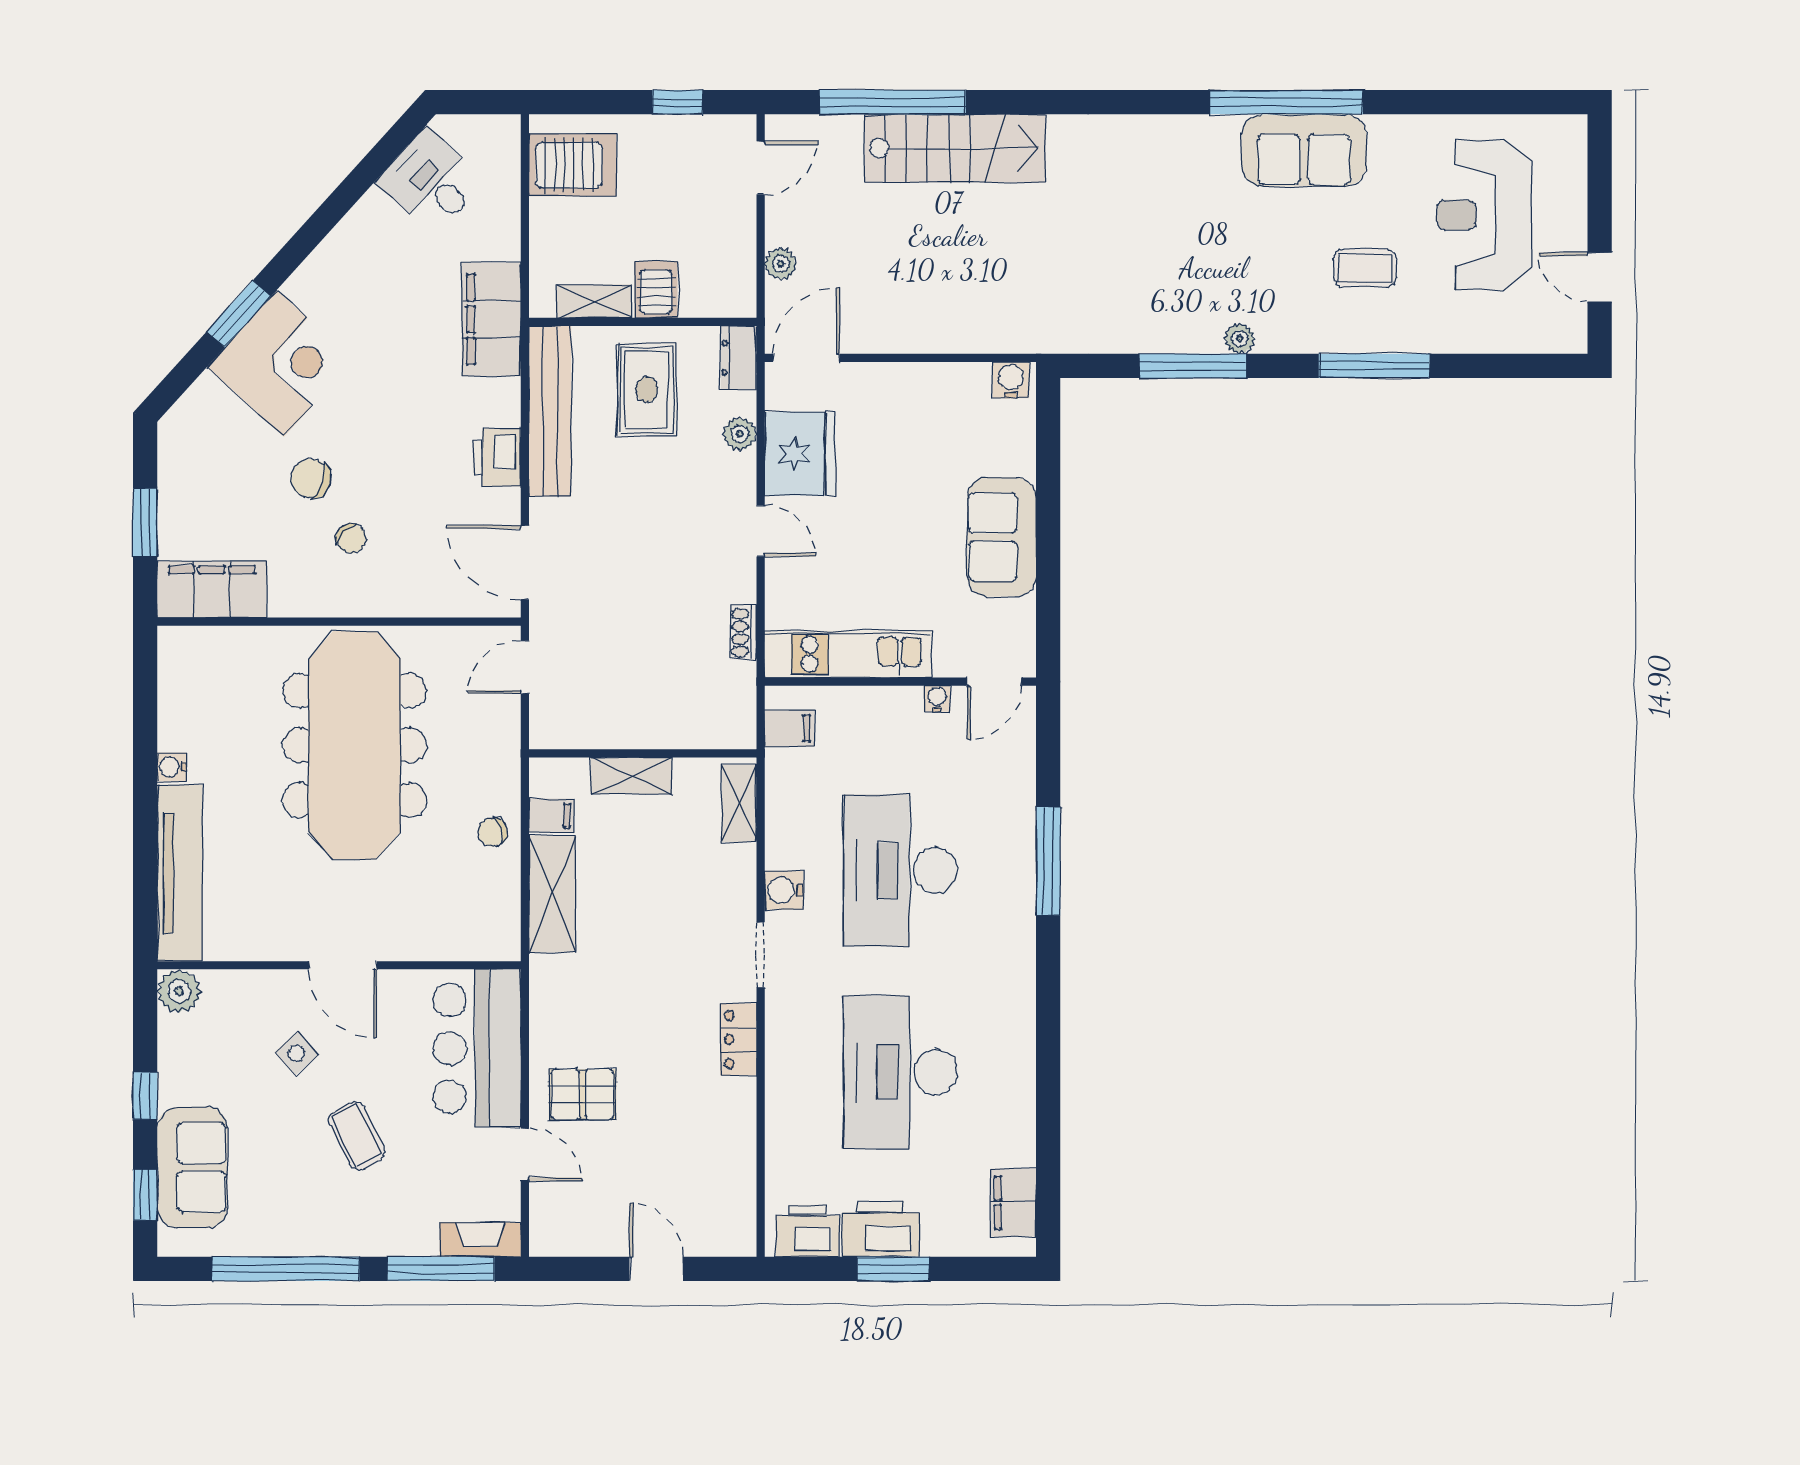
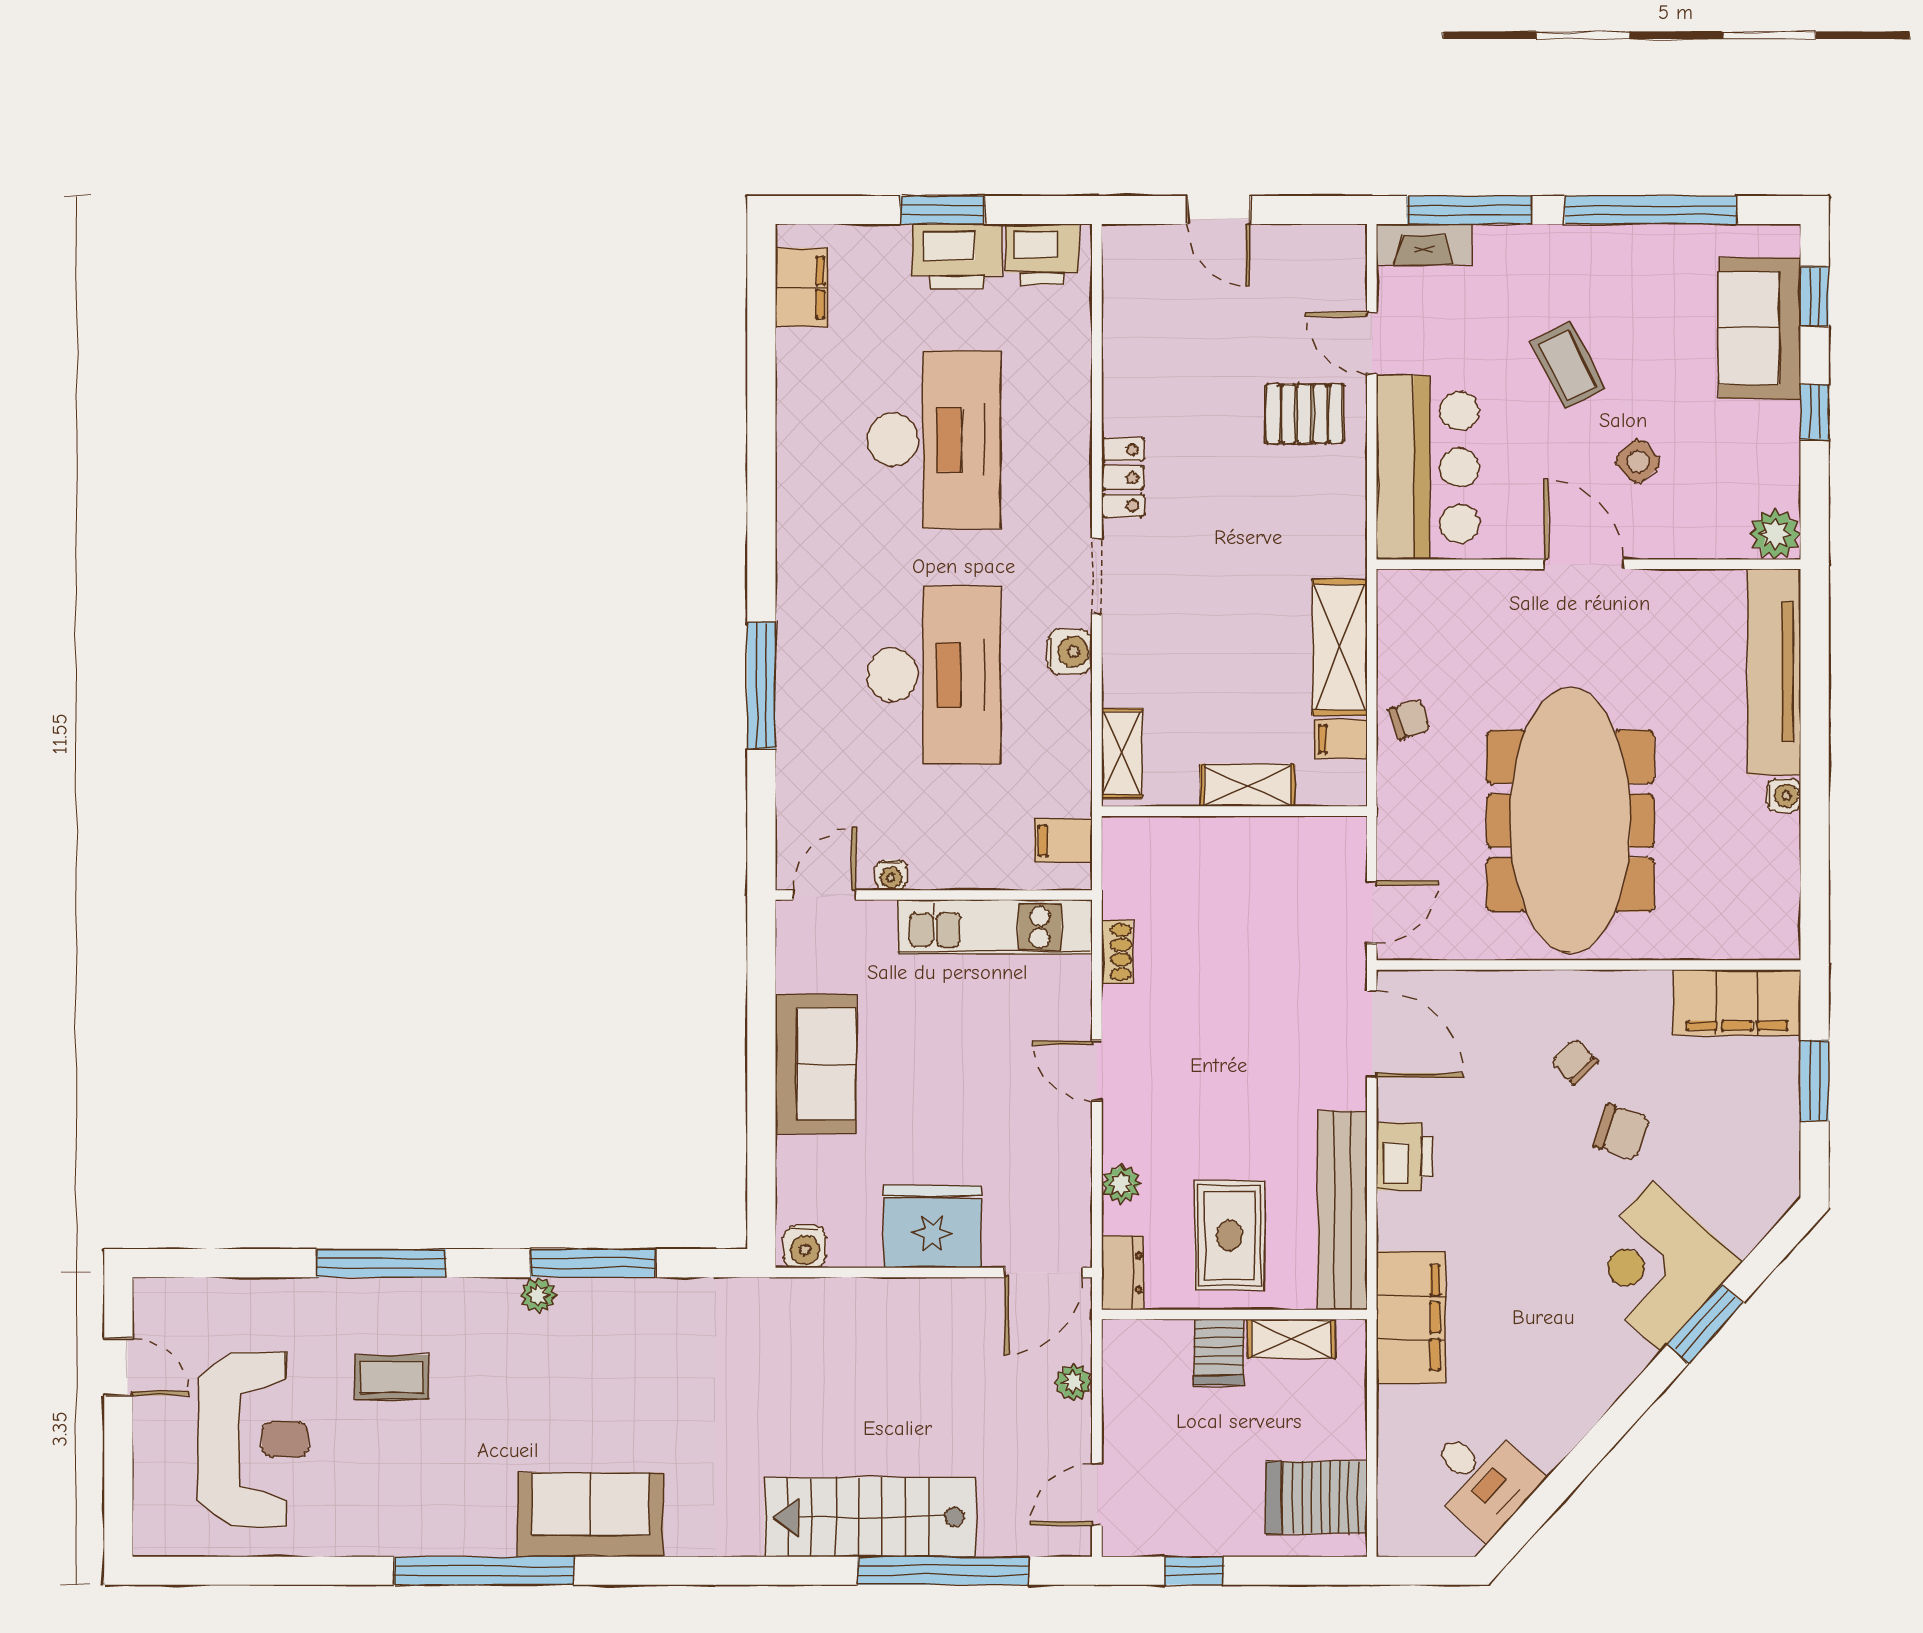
sofa: (1304, 150) -> (590, 1515), moved
fridge: (800, 454) -> (932, 1227), moved, turned 90

